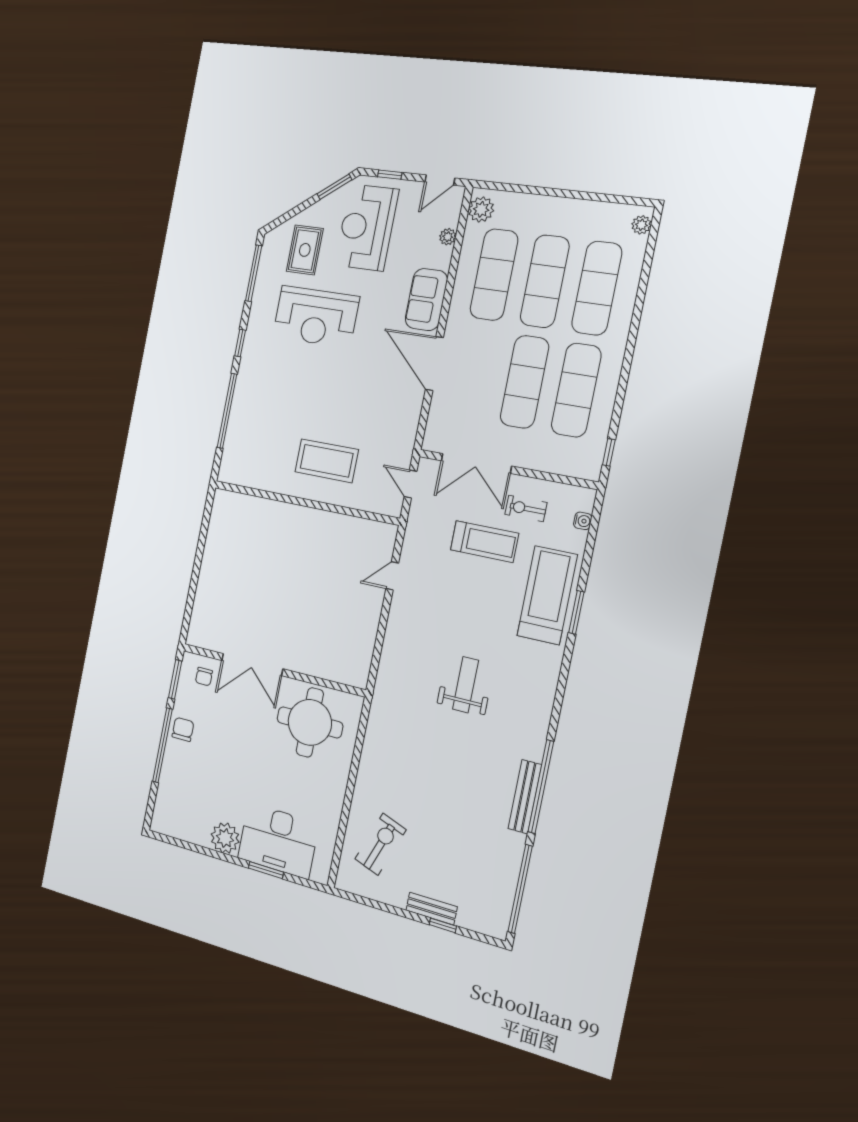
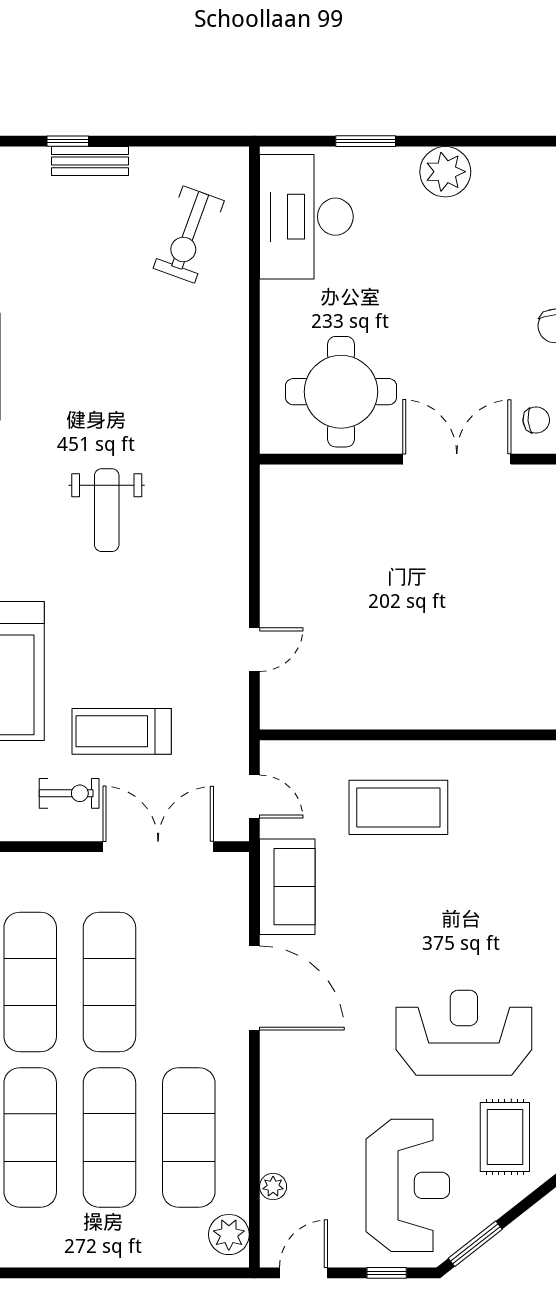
sofa: (426, 300) -> (287, 887), moved
chair: (204, 677) -> (536, 420), turned 85
desk: (278, 841) -> (306, 217), moved, turned -90

